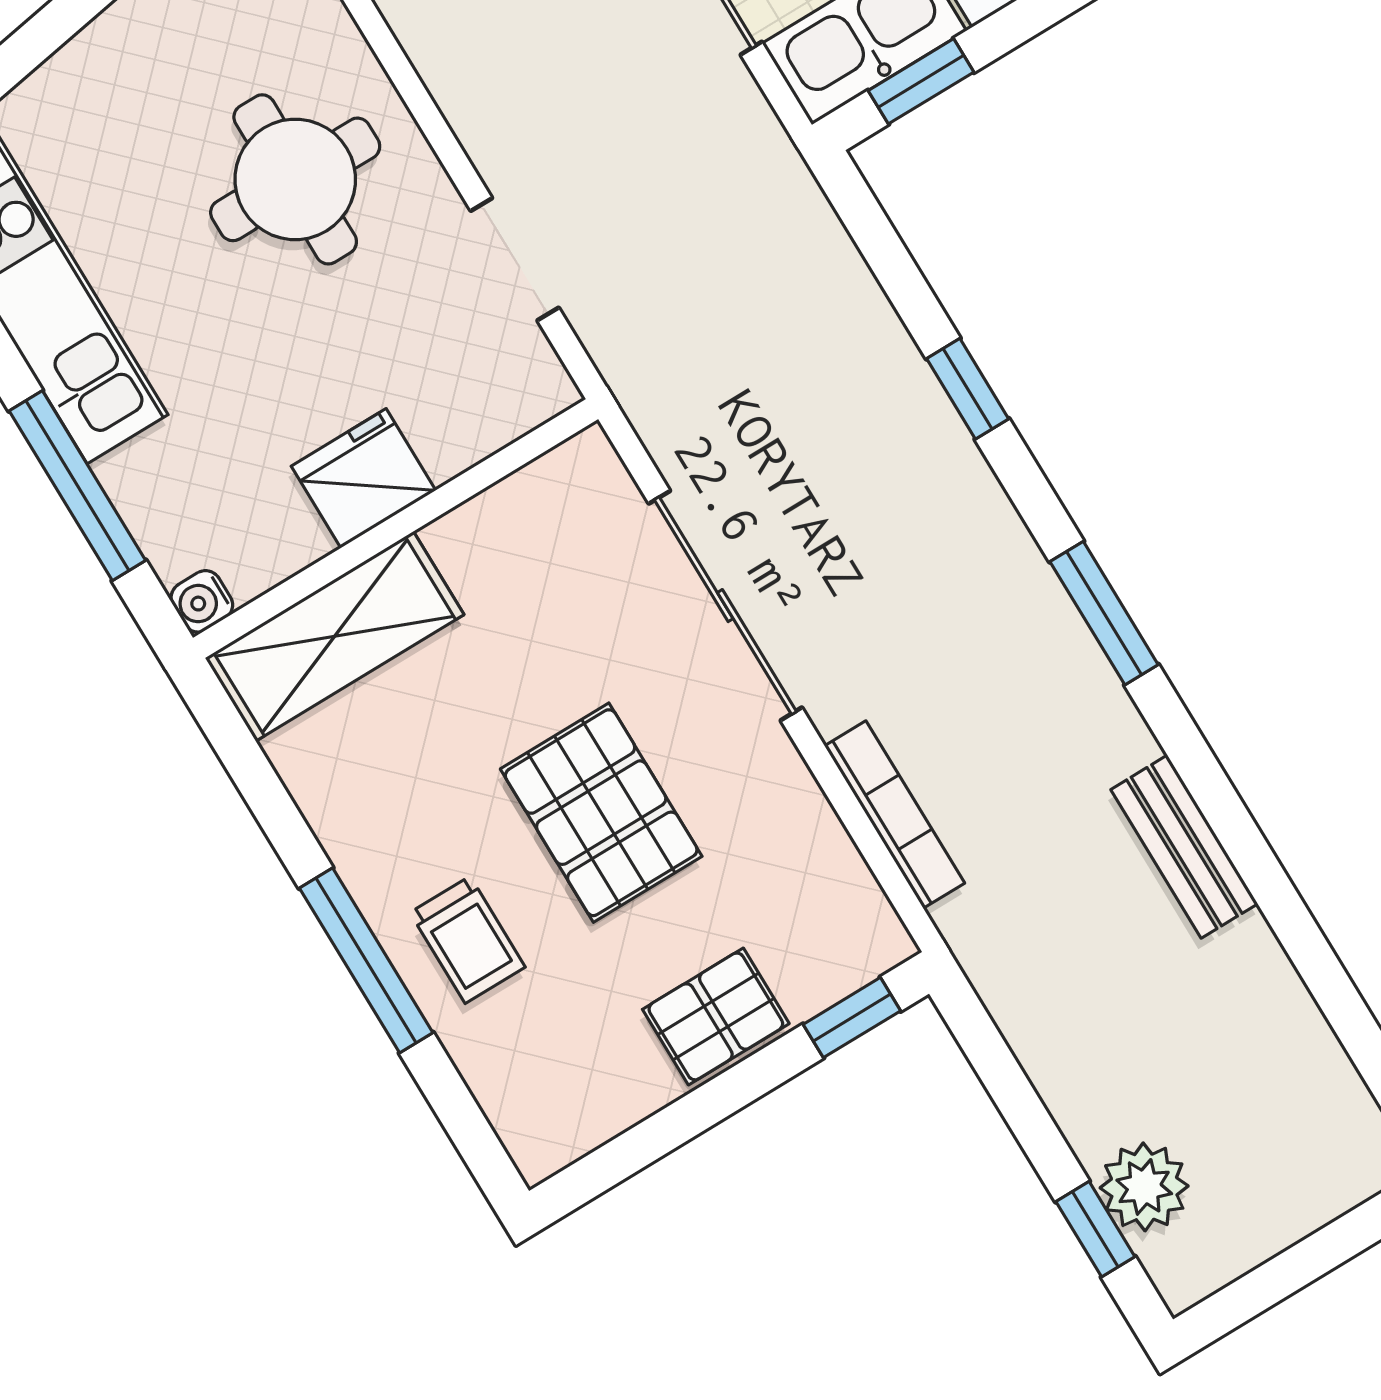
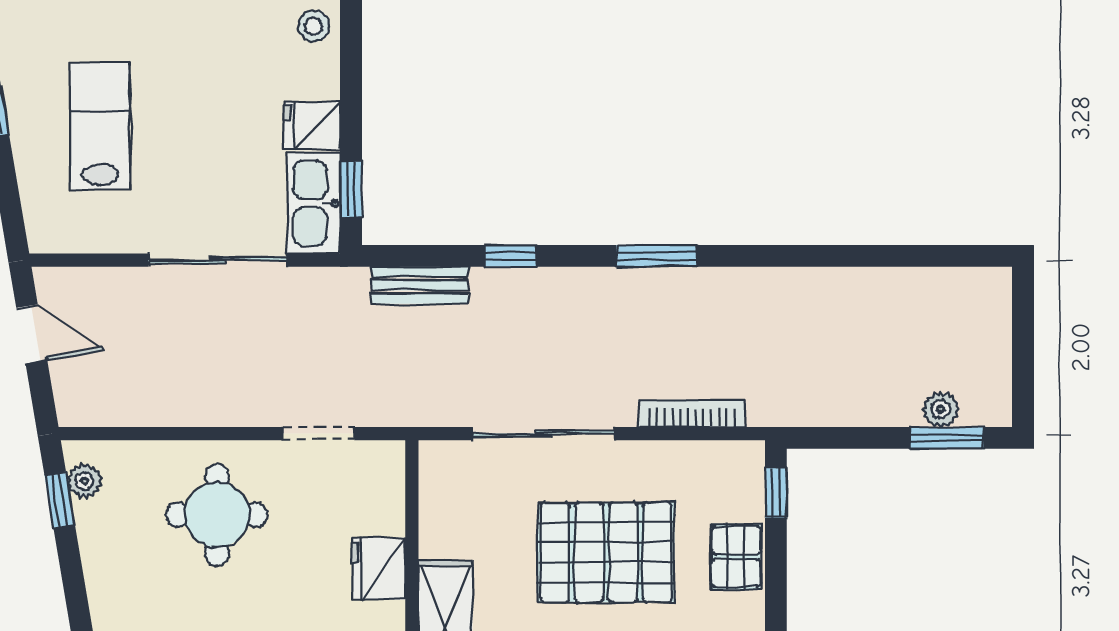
pallet: (601, 813) -> (606, 552), width x1.37, depth x1.41
bench: (1184, 847) -> (420, 285), moved
plant: (1144, 1187) -> (941, 409), width x0.73, depth x0.73
window: (1095, 1229) -> (947, 438), width x1.50

